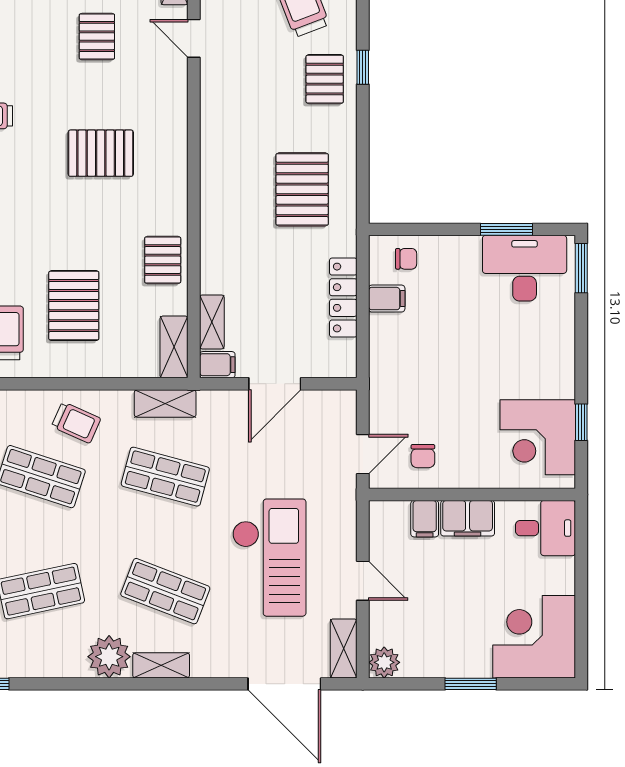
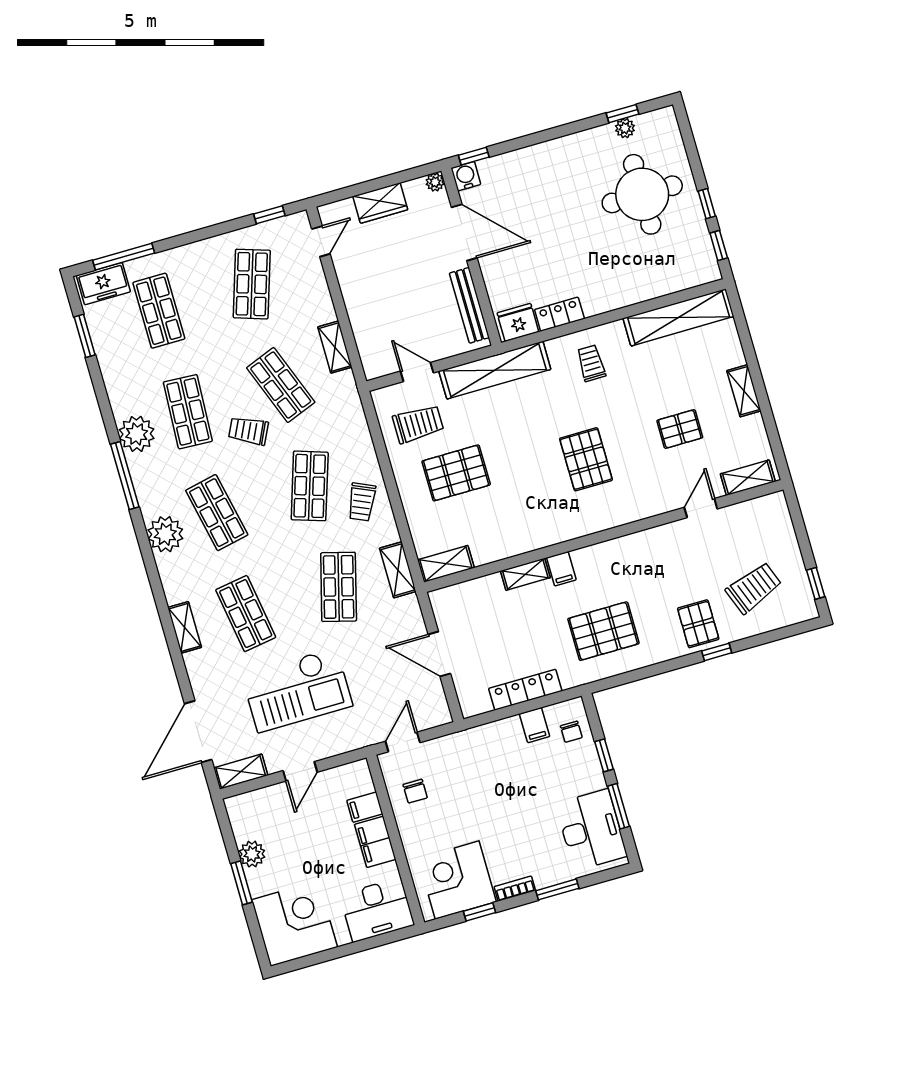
pallet: (325, 79) -> (698, 624), turned 90
window: (444, 229) -> (604, 755), added
pallet: (163, 260) -> (514, 534), removed
window: (581, 268) -> (557, 889), moved
shelving: (212, 322) -> (525, 574), moved
filing cabinet: (217, 365) -> (561, 569), moved
bookcase: (566, 374) -> (515, 889), added
door: (363, 454) -> (403, 742), swing flipped
chair: (423, 456) -> (415, 791), turned -90
desk: (546, 528) -> (377, 910), width x1.37
shop shelf: (165, 591) -> (246, 614), turned -30
plant: (109, 657) -> (165, 534), moved
plant: (384, 662) -> (252, 854), moved

